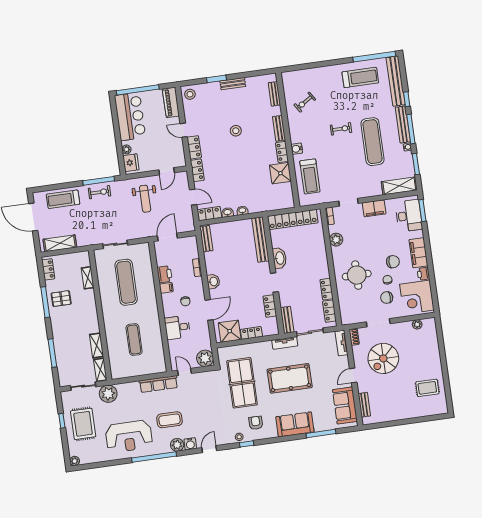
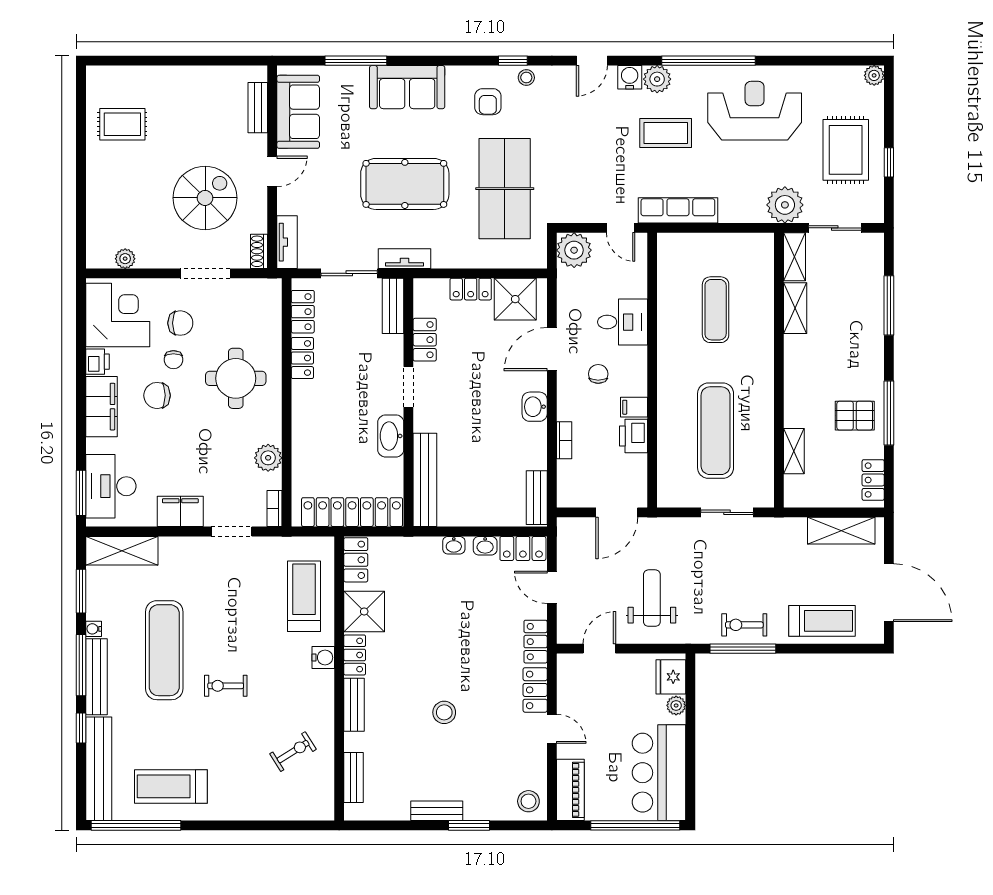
locker: (288, 197) -> (356, 560), added

